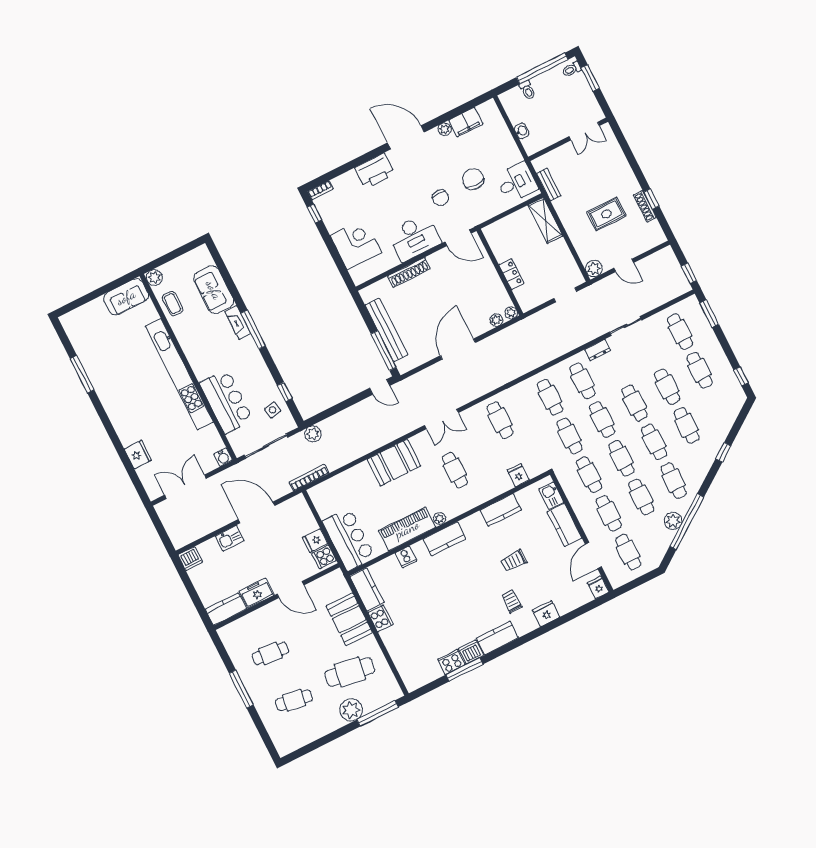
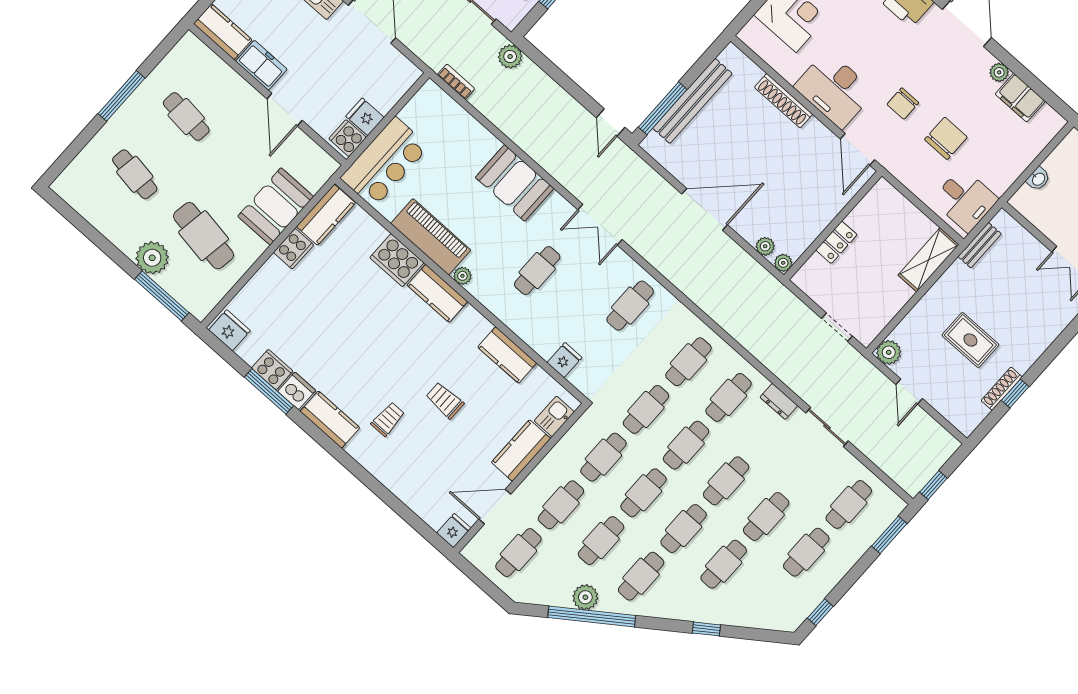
bookcase: (309, 478) -> (456, 82), width x0.64
cooker: (406, 557) -> (397, 260), width x1.87, depth x1.31
fridge: (546, 614) -> (229, 330), moved

